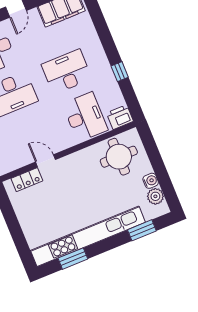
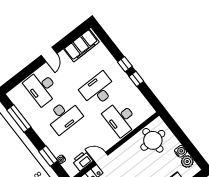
window: (110, 48) -> (125, 64), added
desk: (85, 117) -> (121, 118), turned 180
printer: (120, 117) -> (82, 161), moved

